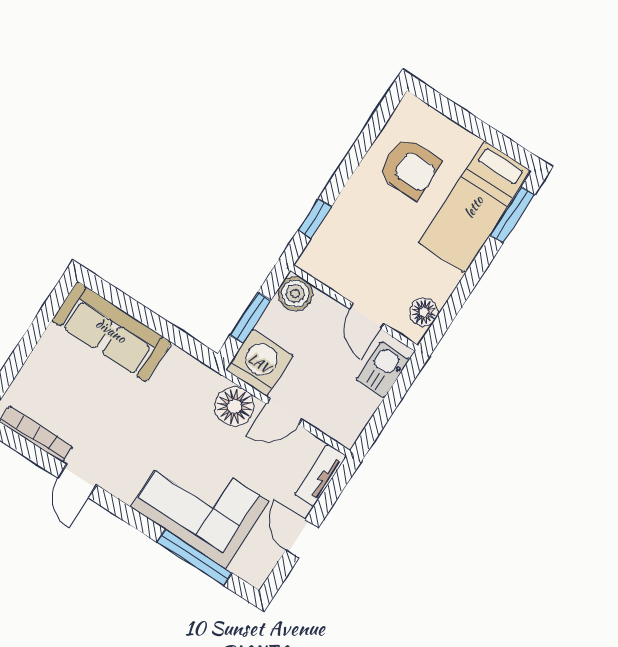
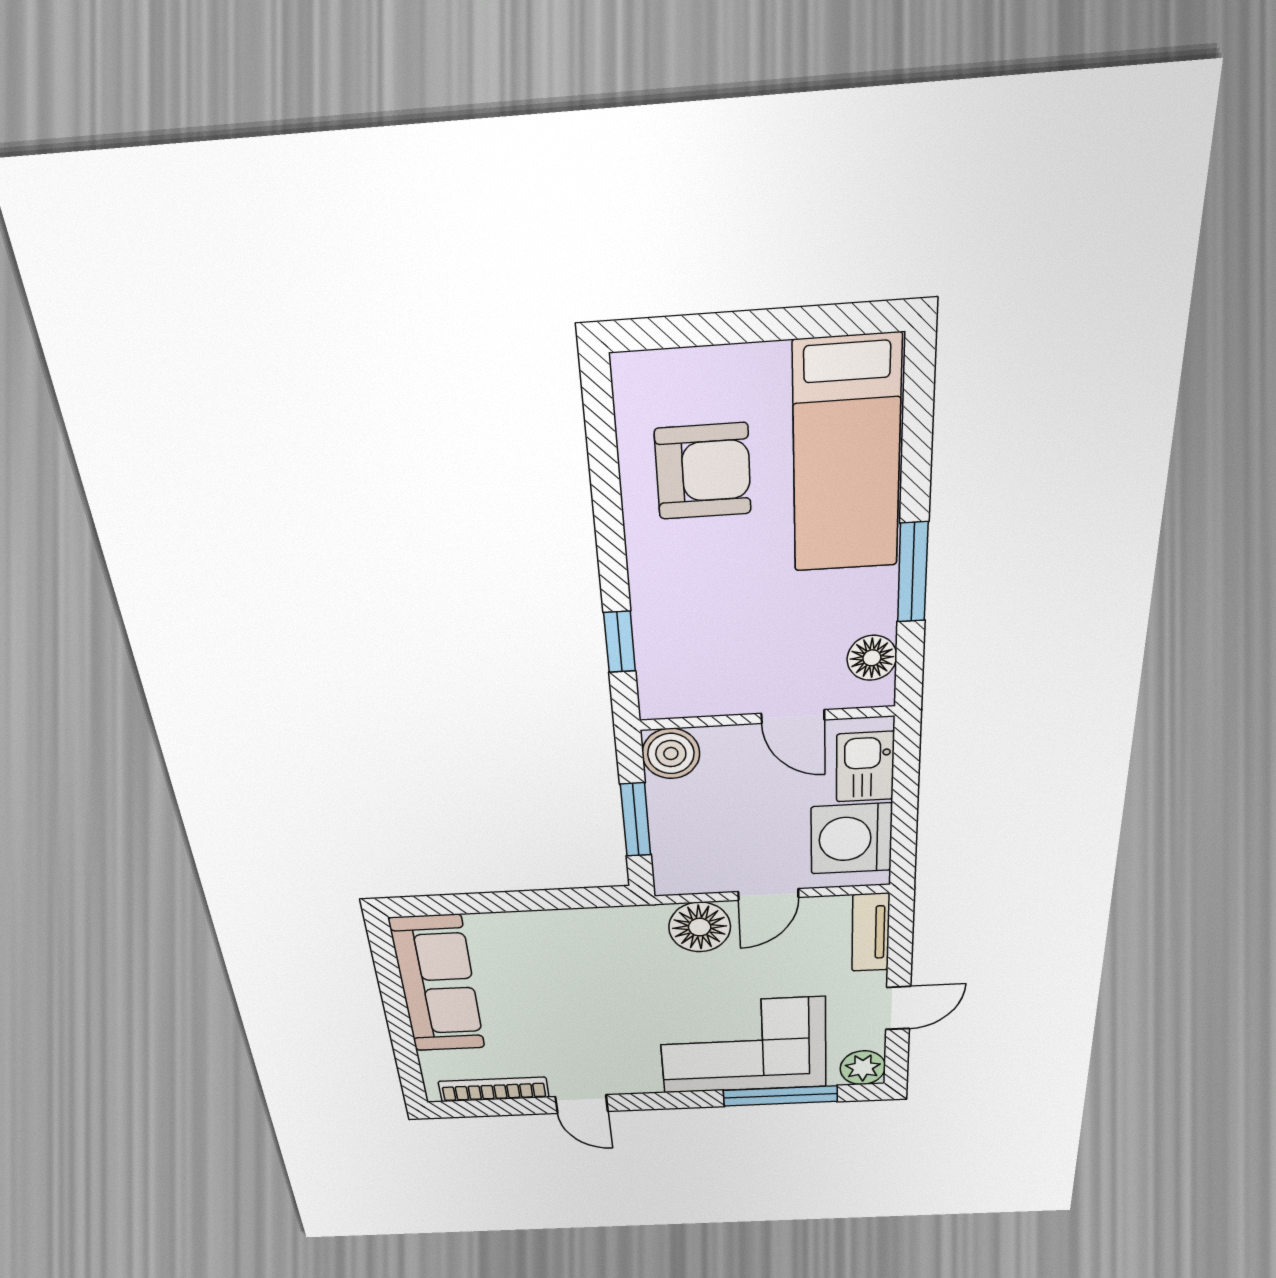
window: (512, 215) -> (913, 572), moved
sofa: (111, 331) -> (438, 984), moved, turned -90
washing machine: (259, 363) -> (851, 839), moved, turned -90
door: (302, 539) -> (898, 1008), swing flipped
plant: (255, 569) -> (863, 1068), added

